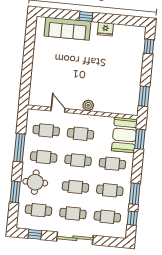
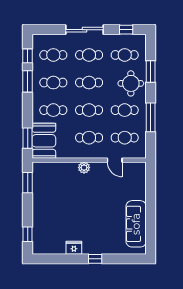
sofa: (67, 29) -> (136, 224), moved, turned -90

